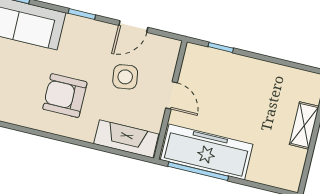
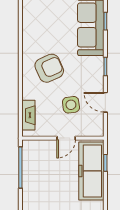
armchair: (65, 96) -> (49, 68), turned 66
fireplace: (126, 139) -> (28, 115), width x0.73, depth x0.76
freezer: (207, 152) -> (91, 171), moved, turned 180

